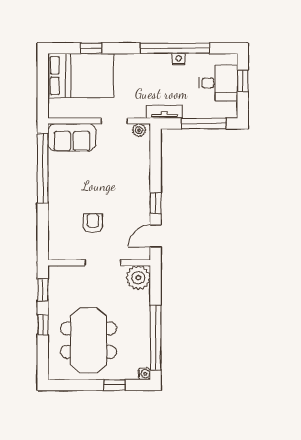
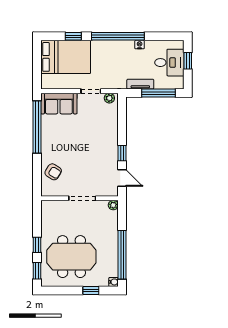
window: (175, 48) -> (118, 36), moved
tv unit: (164, 112) -> (140, 84), moved
armchair: (93, 223) -> (53, 172), moved, turned 122
door: (156, 236) -> (122, 178), swing flipped
plant: (138, 278) -> (113, 205), width x0.53, depth x0.53
window: (43, 290) -> (37, 271), moved
meeting table: (89, 340) -> (71, 257), turned 90

